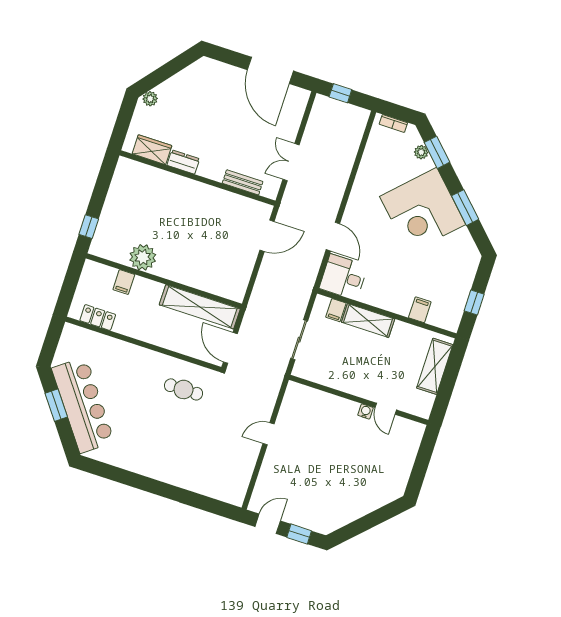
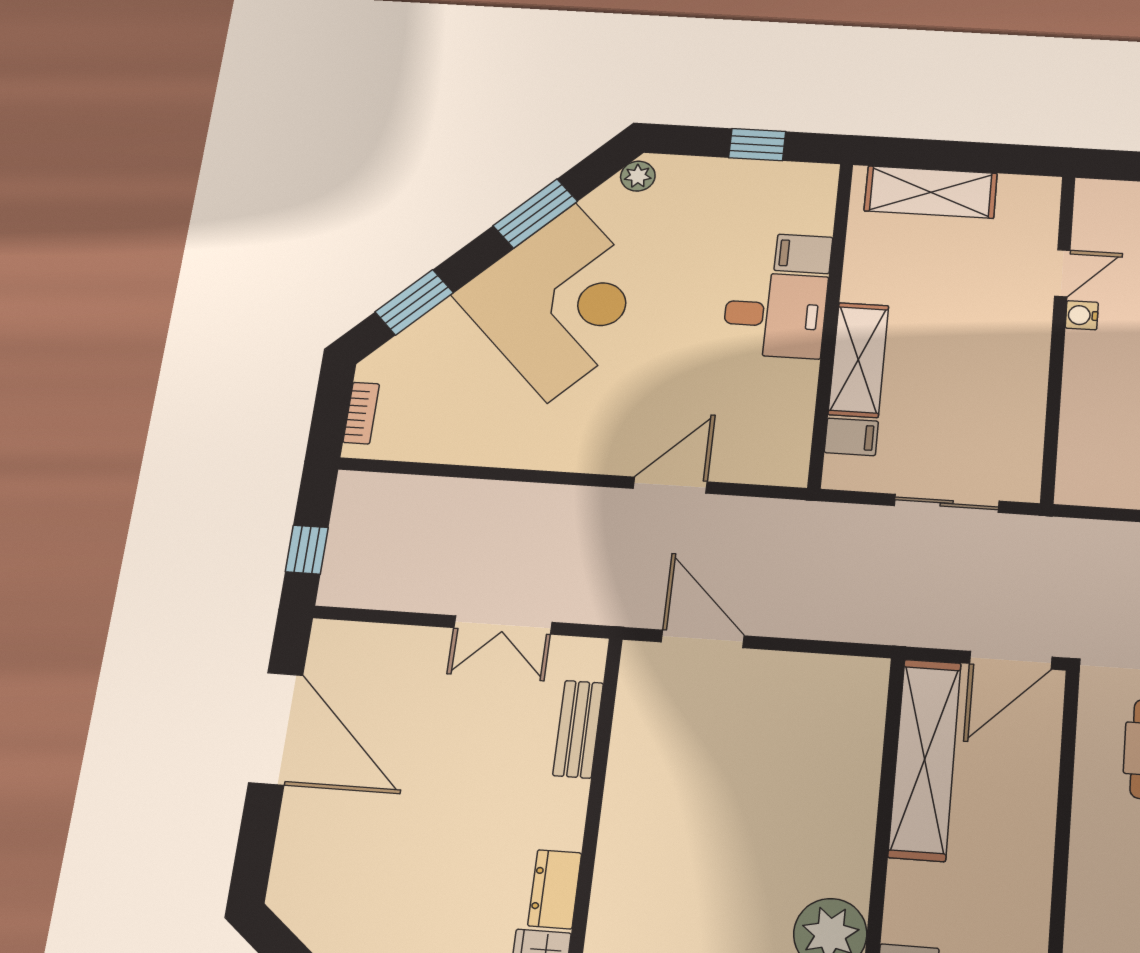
door: (270, 70) -> (276, 729), hinge flipped
plant: (421, 152) -> (638, 176), moved
desk: (343, 277) -> (775, 315), moved, turned -90

